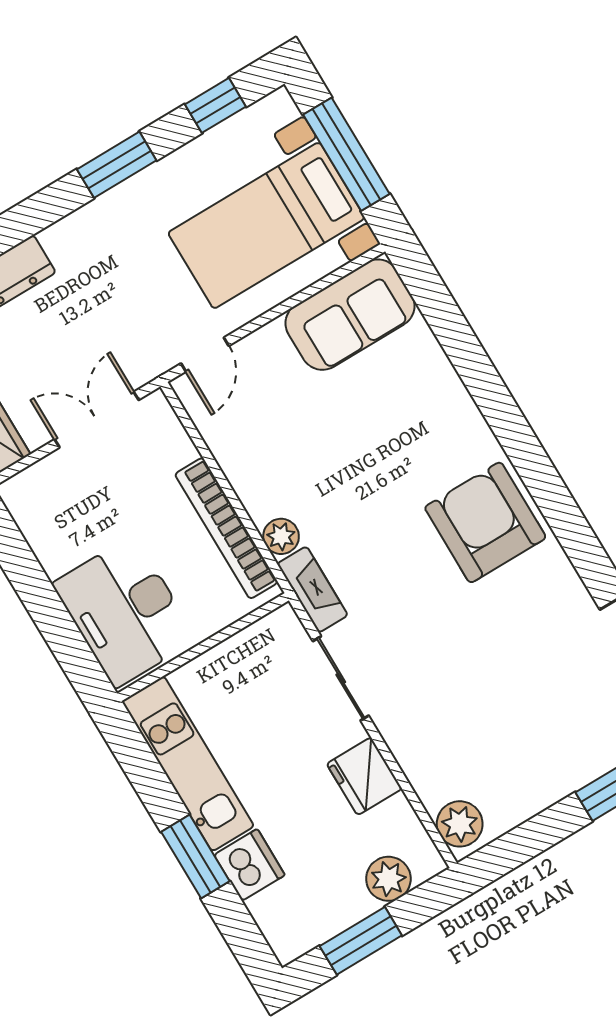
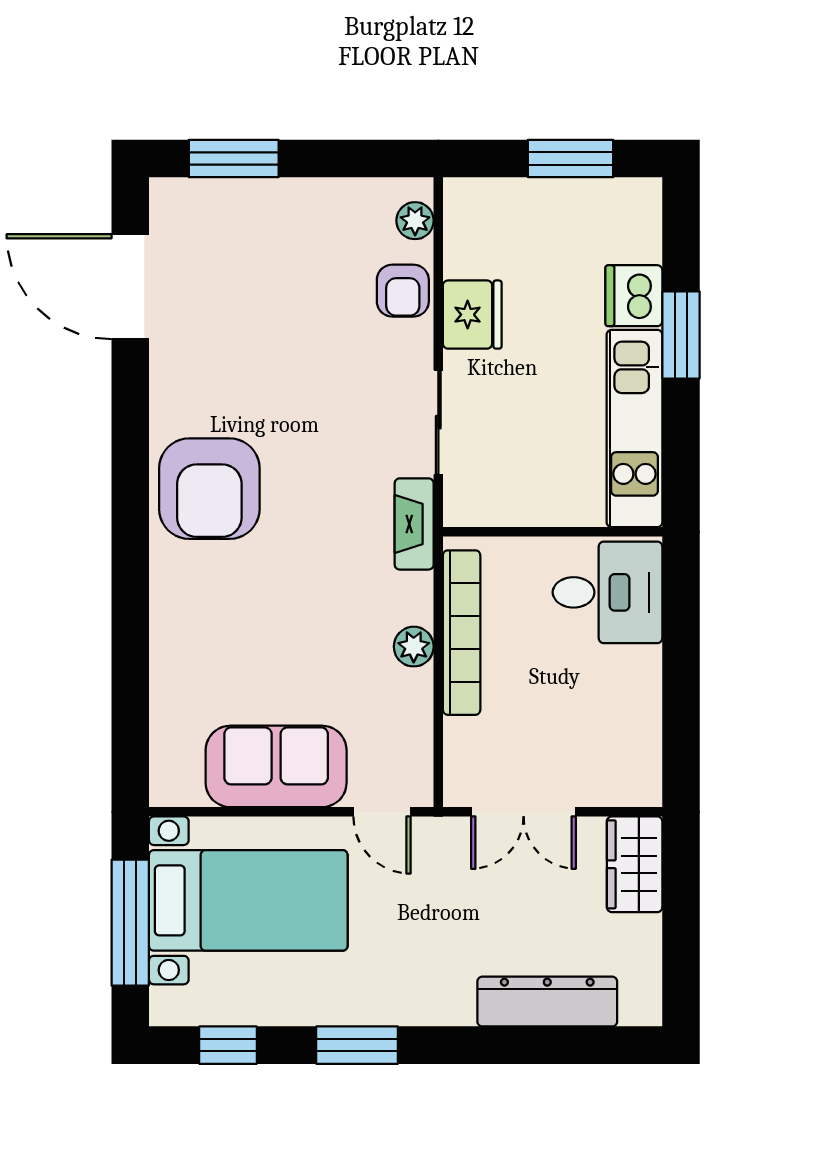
sofa: (350, 315) -> (276, 766), moved
door: (205, 355) -> (382, 812), swing flipped
plant: (281, 536) -> (414, 647), moved
desk: (125, 612) -> (608, 592), width x0.73
armchair: (428, 763) -> (403, 291), added
plant: (460, 824) -> (415, 221), width x0.73, depth x0.73
plant: (388, 879) -> (508, 202), removed

